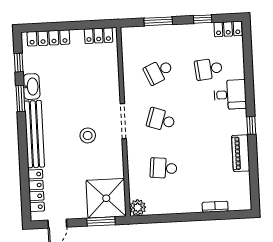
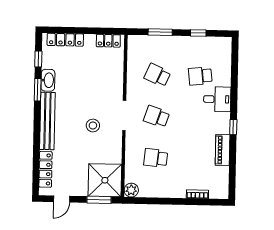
locker: (228, 29) -> (219, 43), removed
school desk: (159, 71) -> (157, 75), turned 48

